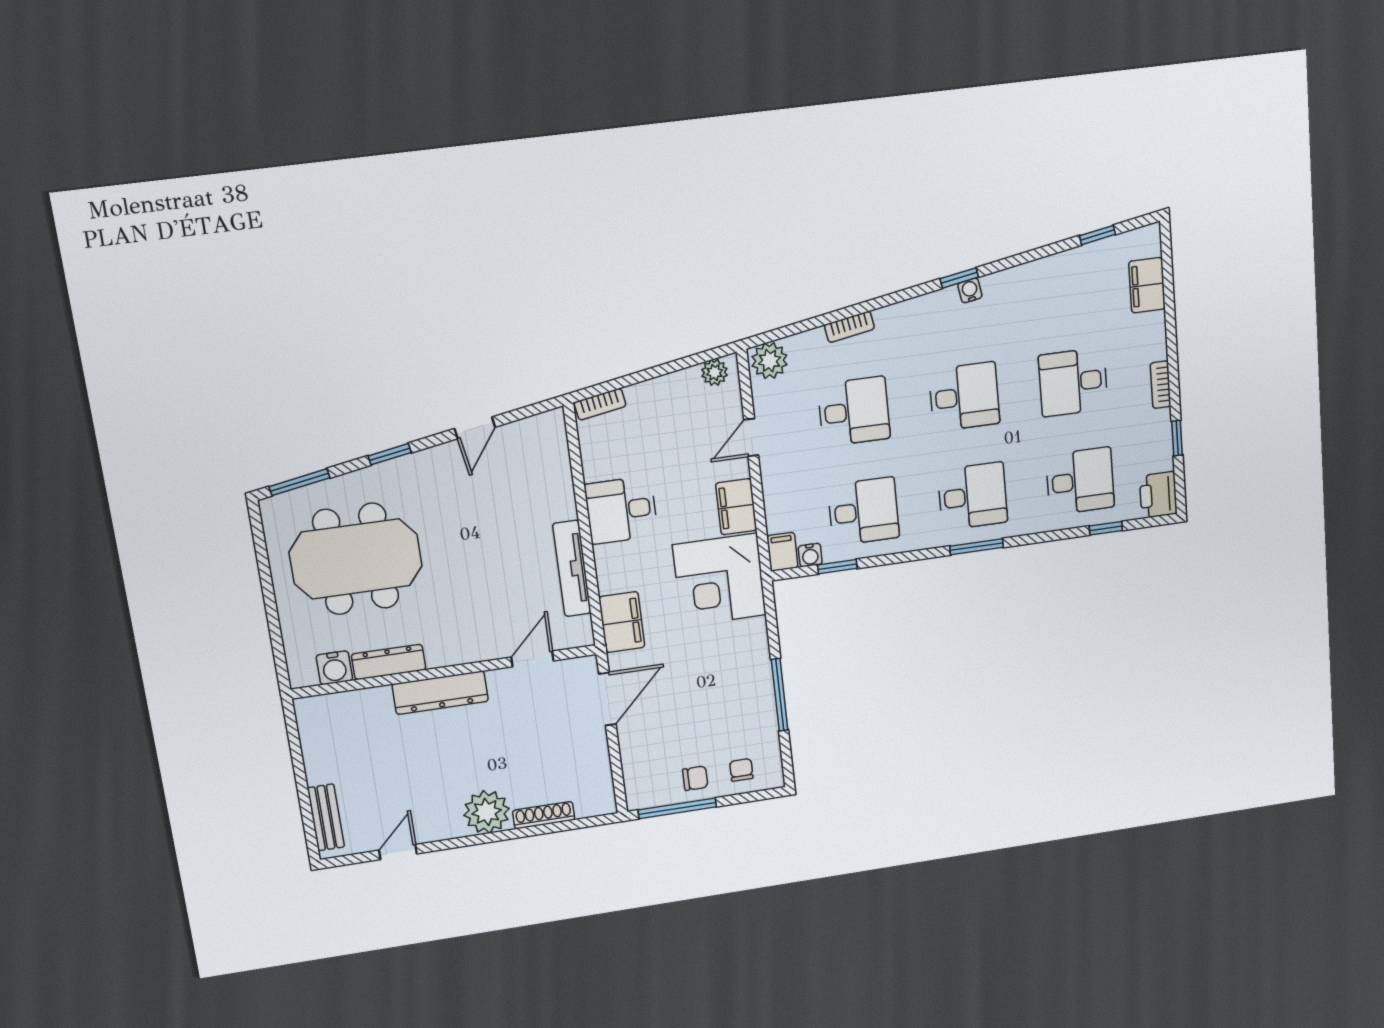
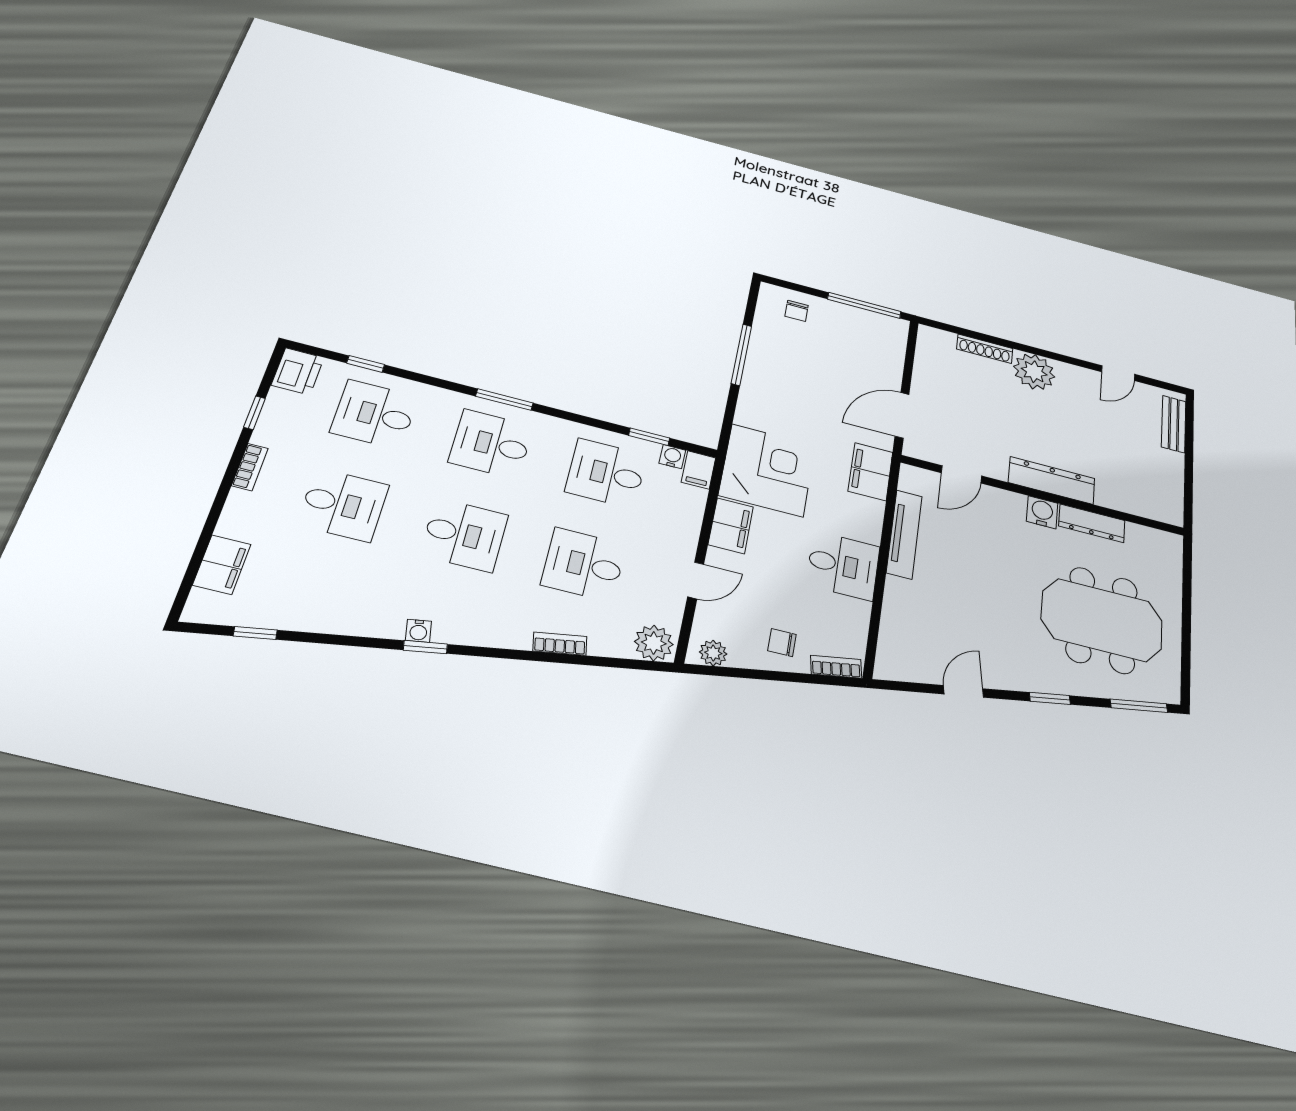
desk: (964, 397) -> (464, 535), turned 180
water cooler: (334, 668) -> (1042, 512), moved
chair: (695, 778) -> (782, 643), moved

